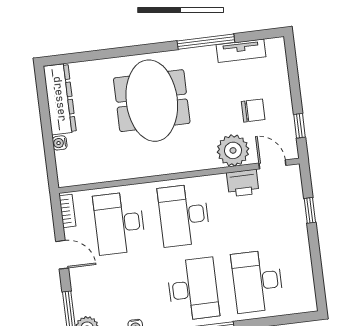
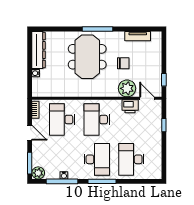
window: (206, 42) -> (97, 29), moved
chair: (253, 111) -> (123, 63), moved

